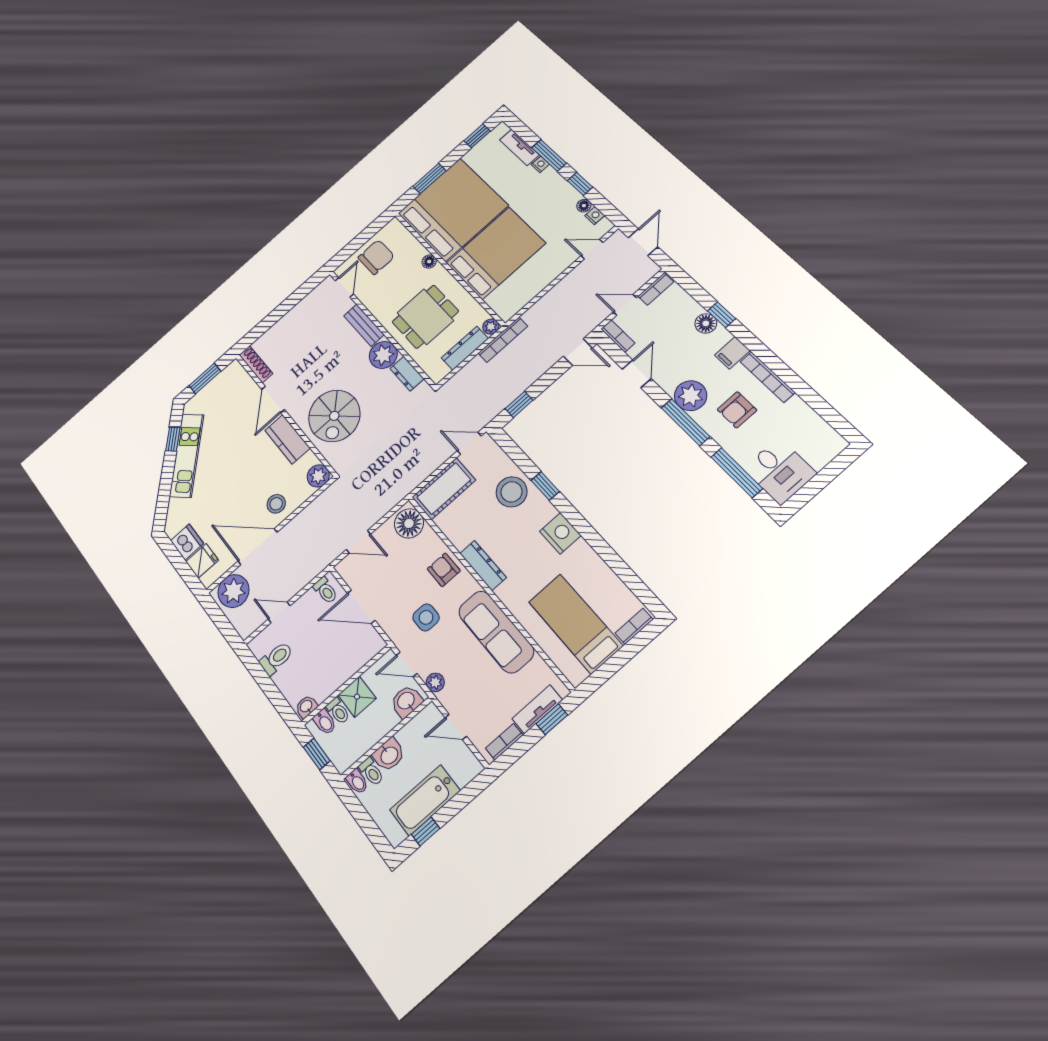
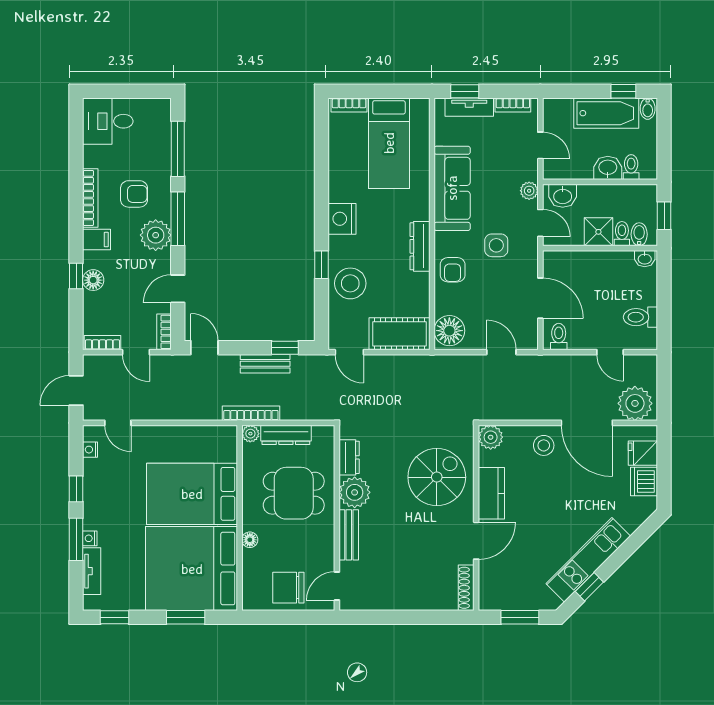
floor lamp: (584, 206) -> (90, 467), removed
bench: (523, 381) -> (265, 364), added
desk: (780, 471) -> (108, 121), moved, turned -90
bidet: (357, 782) -> (648, 109), moved, turned 180

